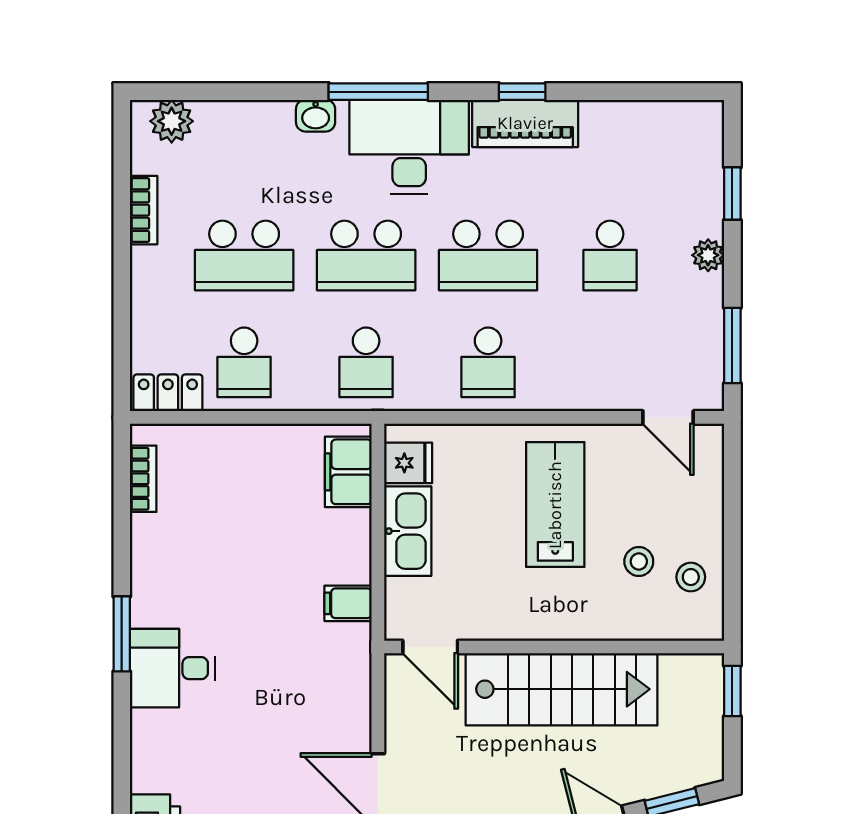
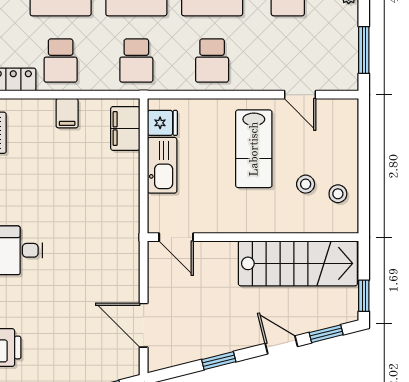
door: (668, 417) -> (300, 95), moved
lab bench: (555, 505) -> (254, 149), turned 180
filing cabinet: (348, 603) -> (67, 113), moved, turned -90
stairs: (562, 689) -> (298, 263), moved
window: (732, 691) -> (364, 296), moved

